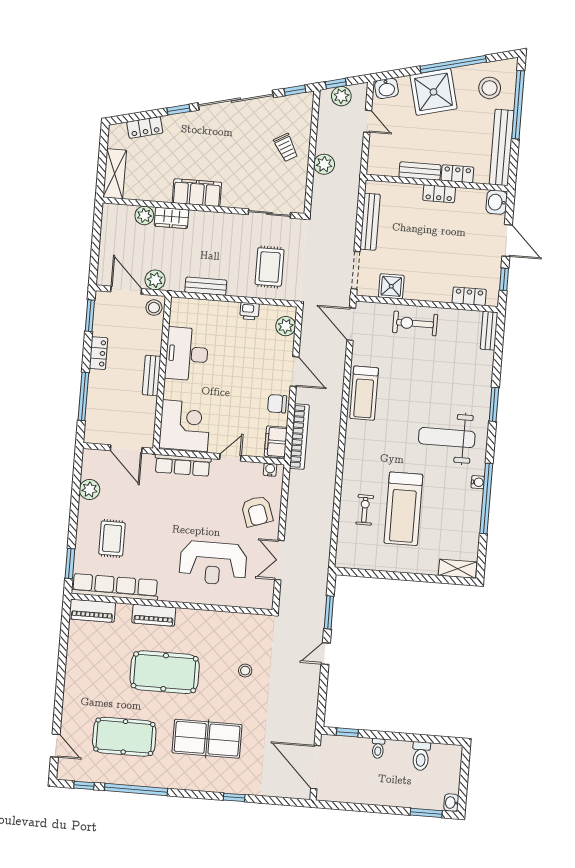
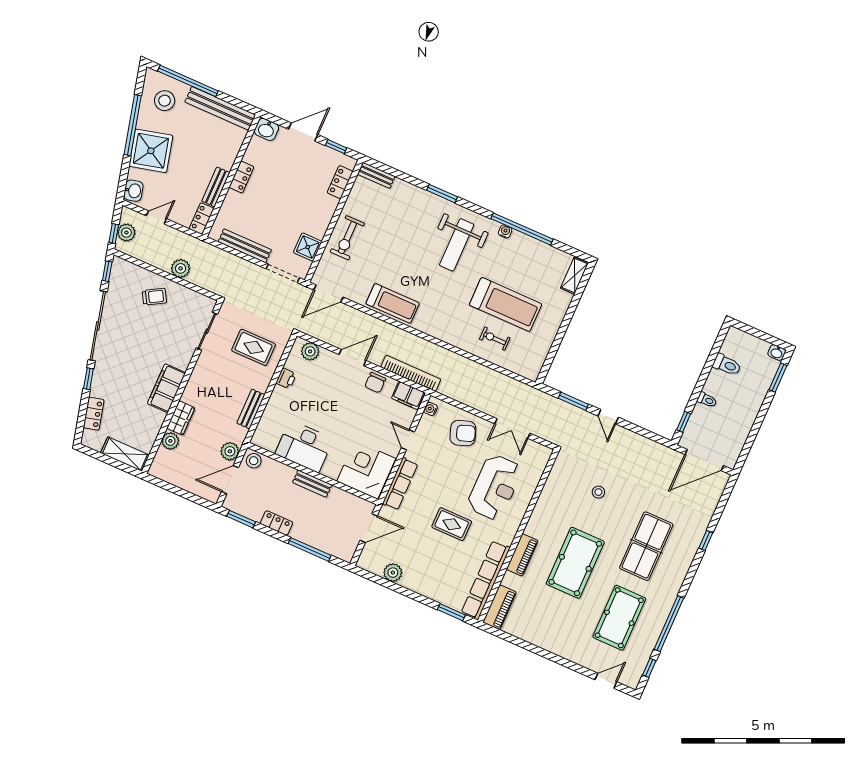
locker: (457, 174) -> (202, 219), moved
rug: (112, 538) -> (452, 524), moved

